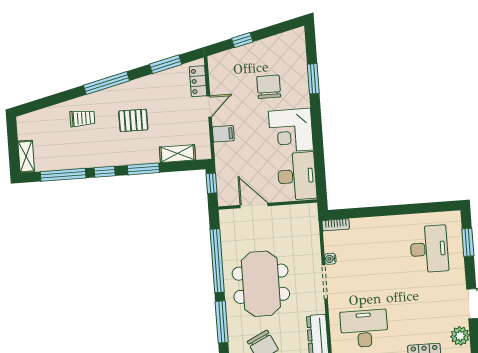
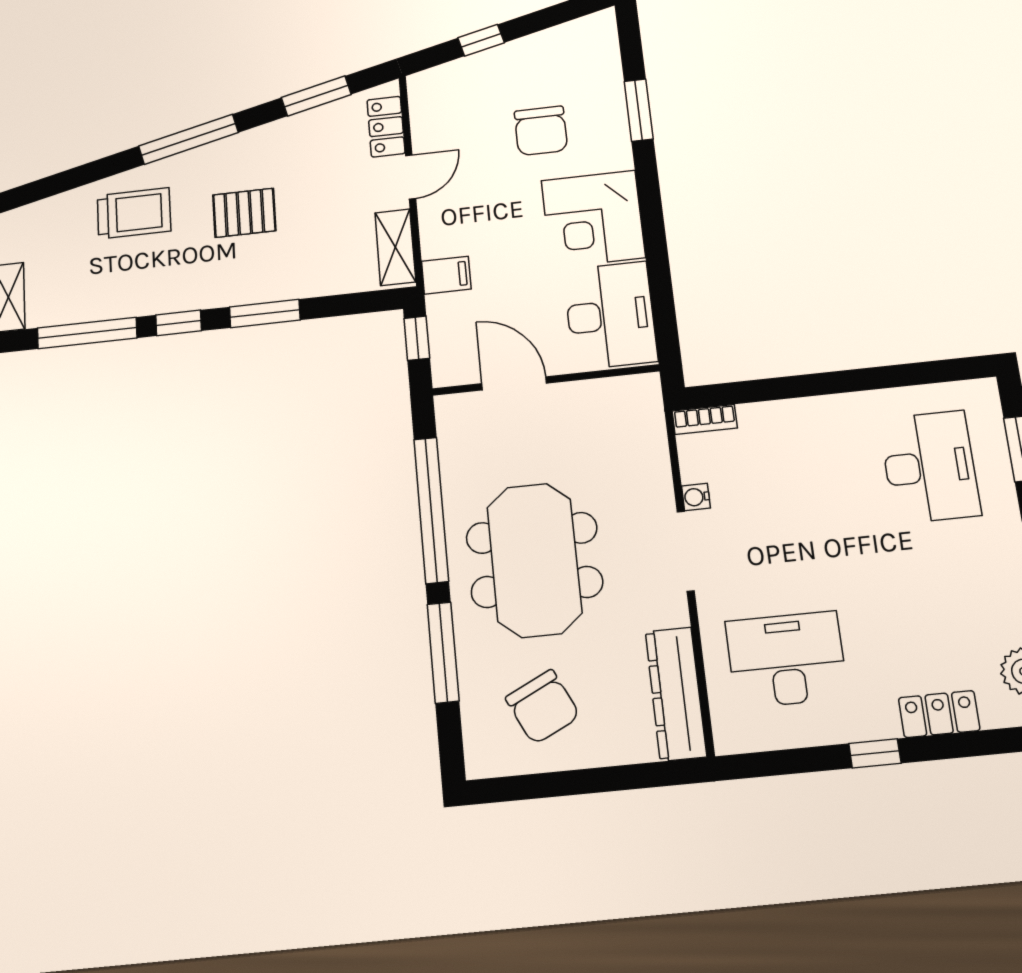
chair: (269, 87) -> (541, 131), turned 180
trolley: (82, 118) -> (134, 213), width x1.36, depth x1.39
filing cabinet: (223, 134) -> (446, 275), moved
shelving: (177, 154) -> (395, 247), moved, turned 90

